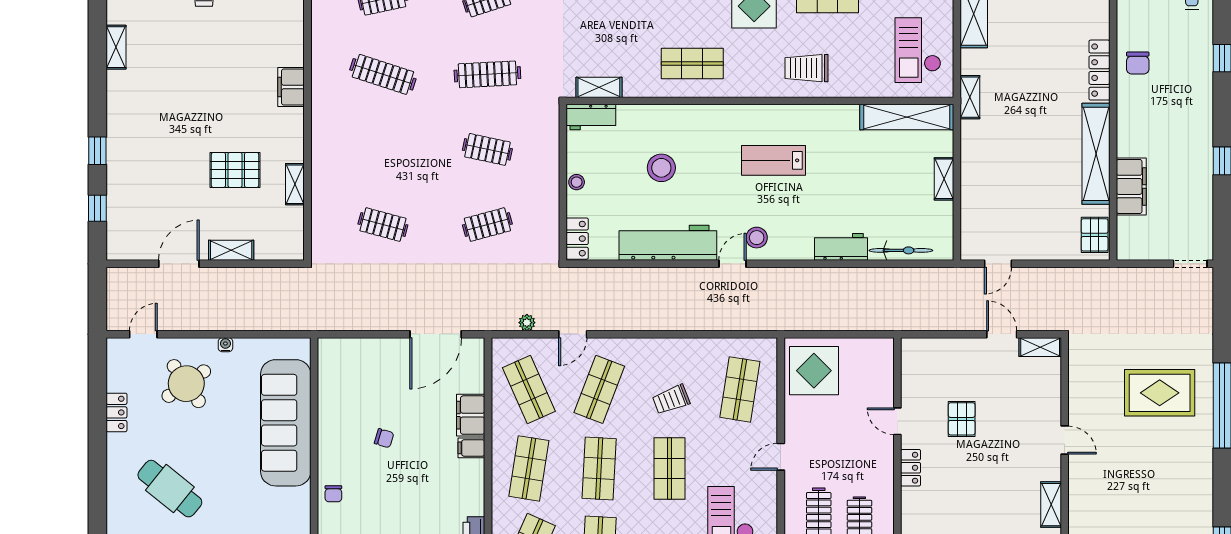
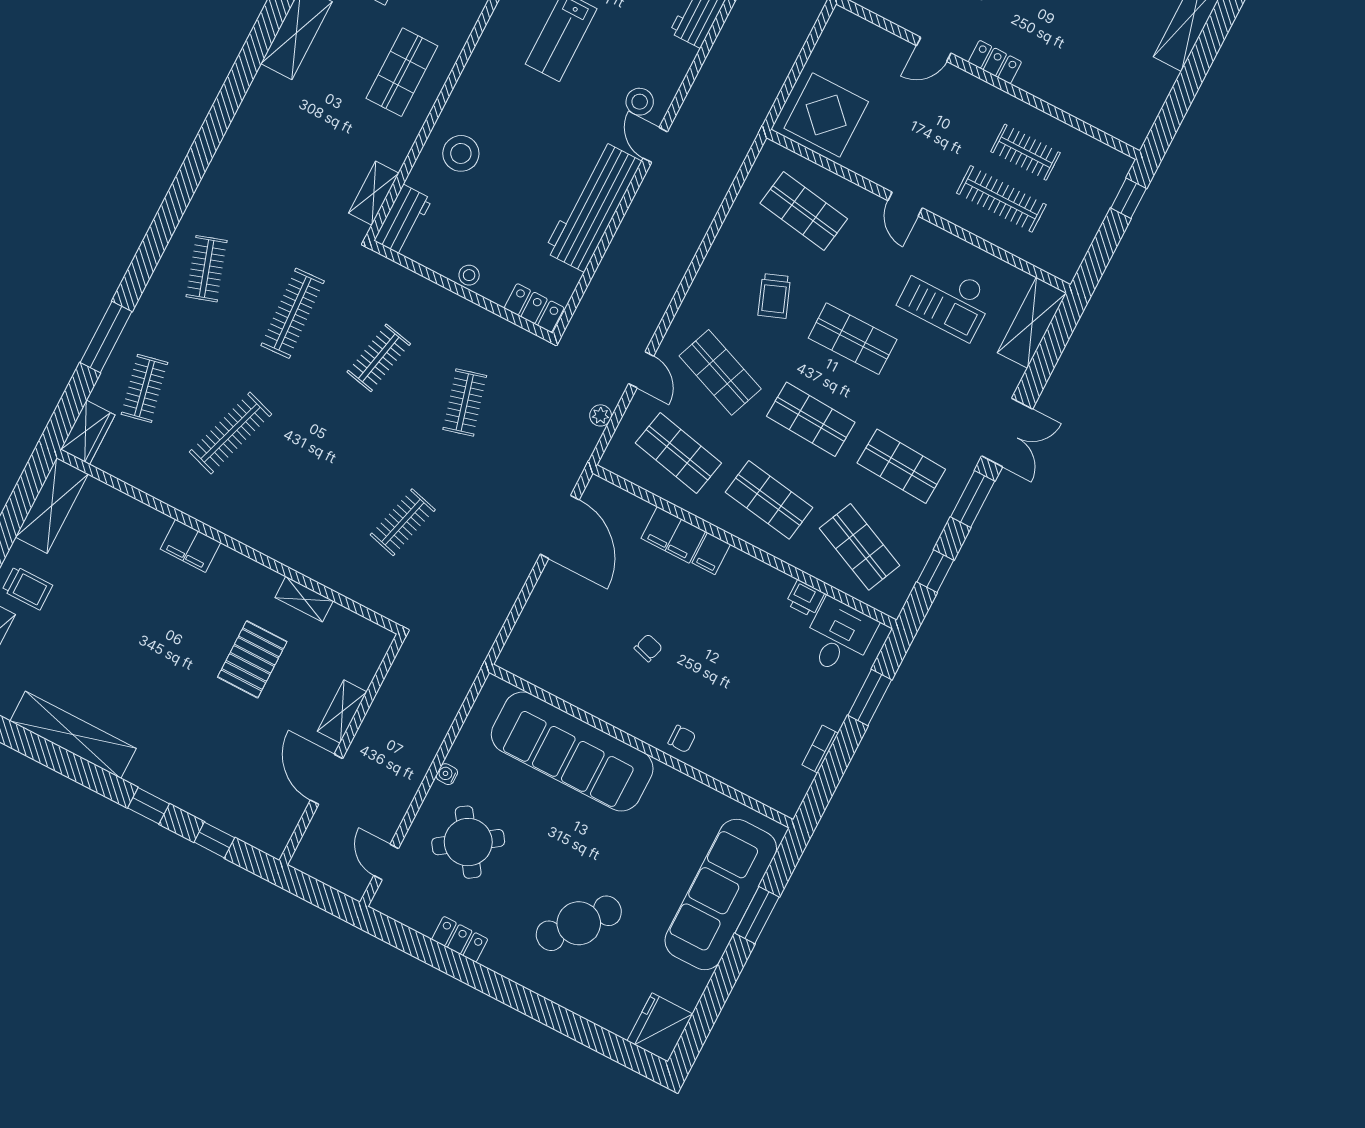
shelving: (116, 47) -> (73, 735), width x2.20, depth x1.33
stool: (661, 168) -> (461, 153), moved
shop shelf: (529, 389) -> (678, 453), turned 36

